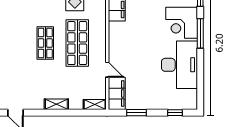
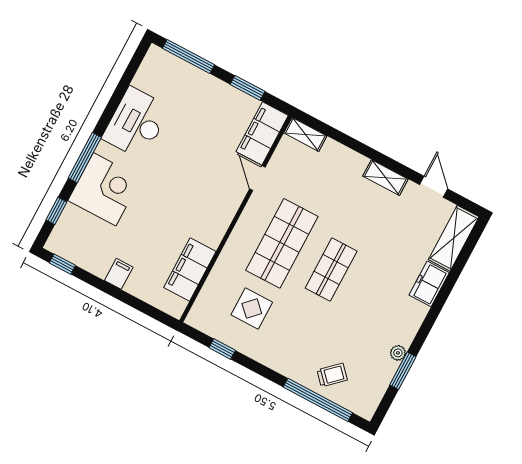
desk: (179, 65) -> (136, 123), width x0.73, depth x0.77
shelving: (56, 104) -> (385, 178), moved
window: (175, 113) -> (189, 56), width x2.17

